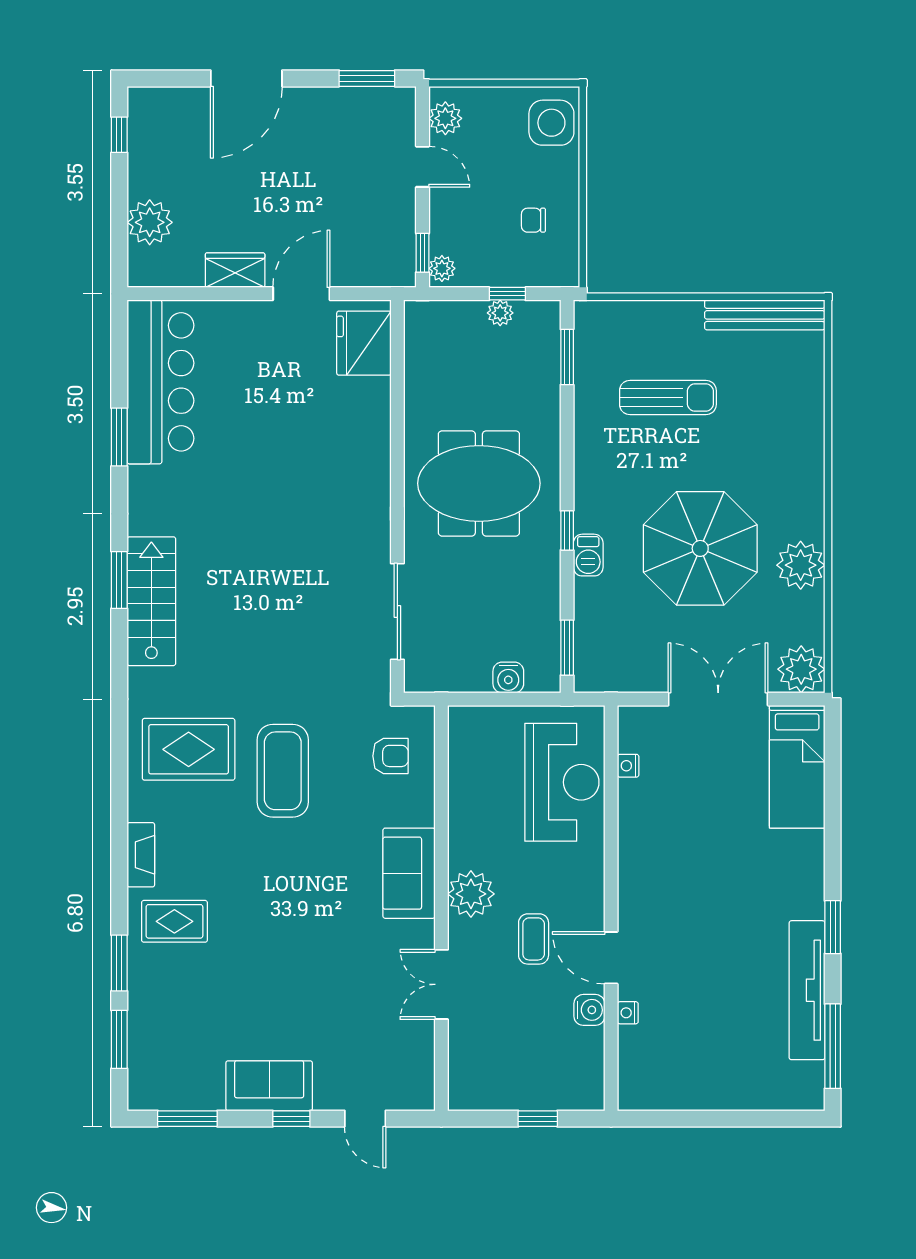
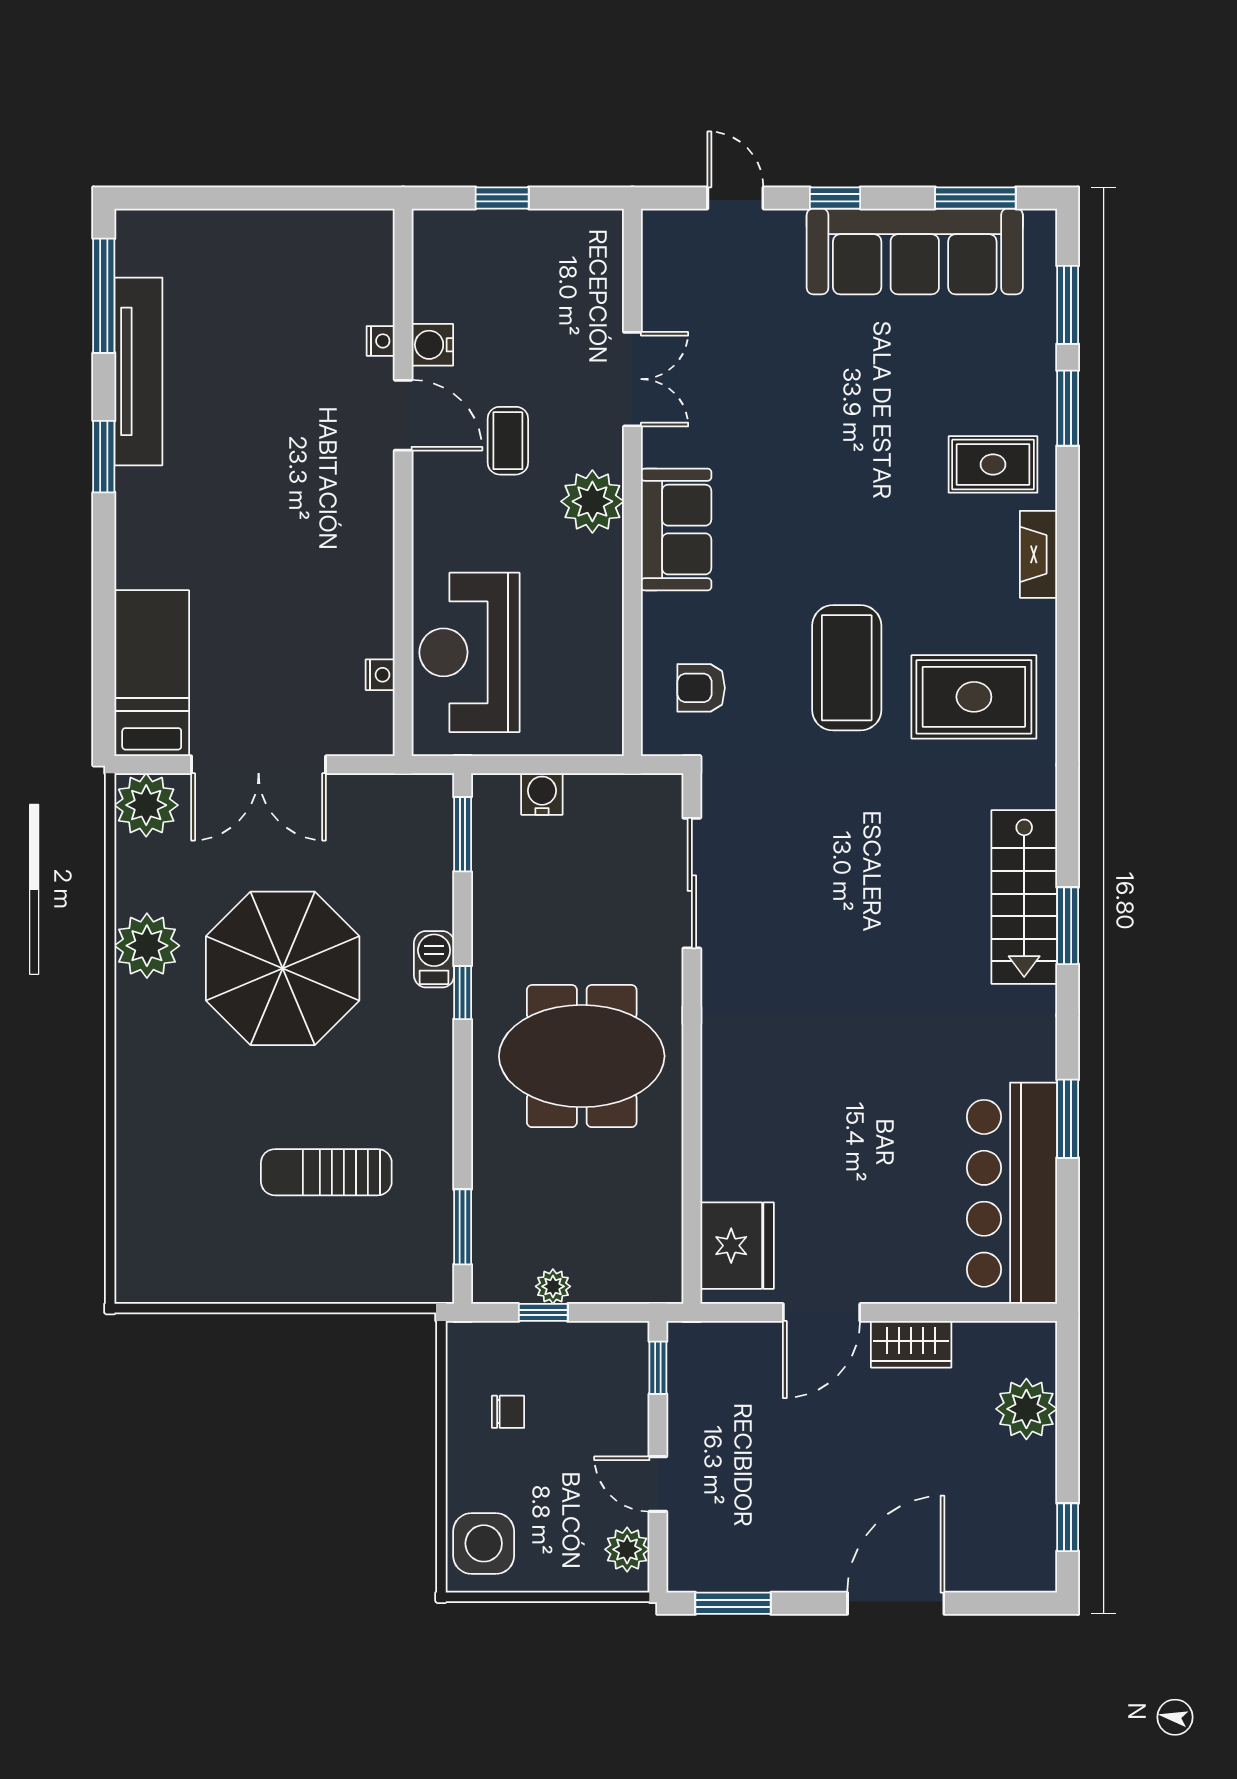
plant: (442, 268) -> (632, 1347), removed
bench: (765, 315) -> (196, 1284), removed
sofa: (269, 1086) -> (915, 251), width x1.85, depth x1.27

